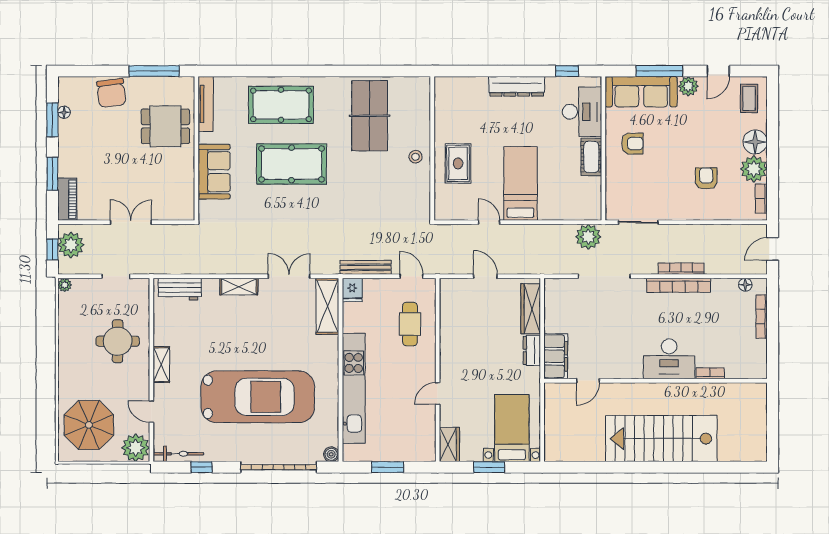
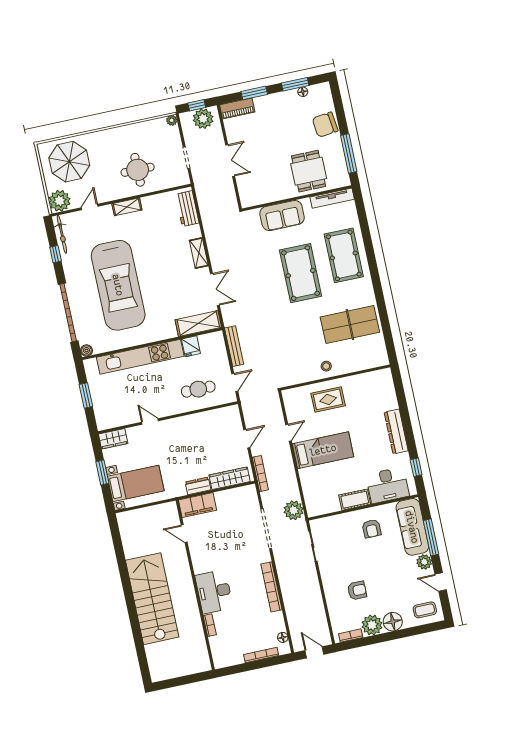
bookcase: (681, 269) -> (260, 474), moved
fridge: (352, 290) -> (191, 346), moved, turned -90

